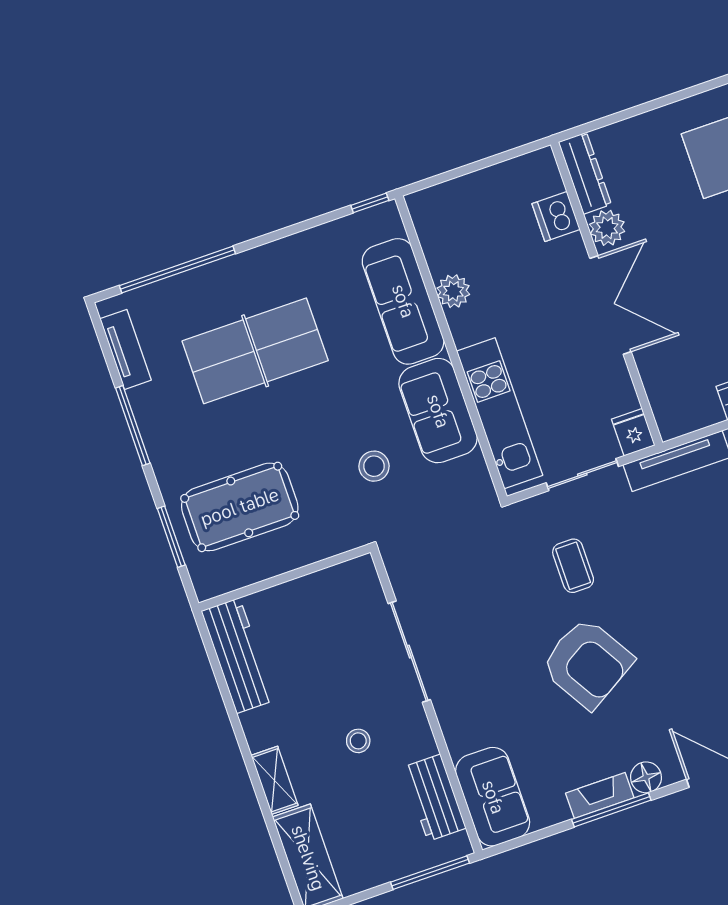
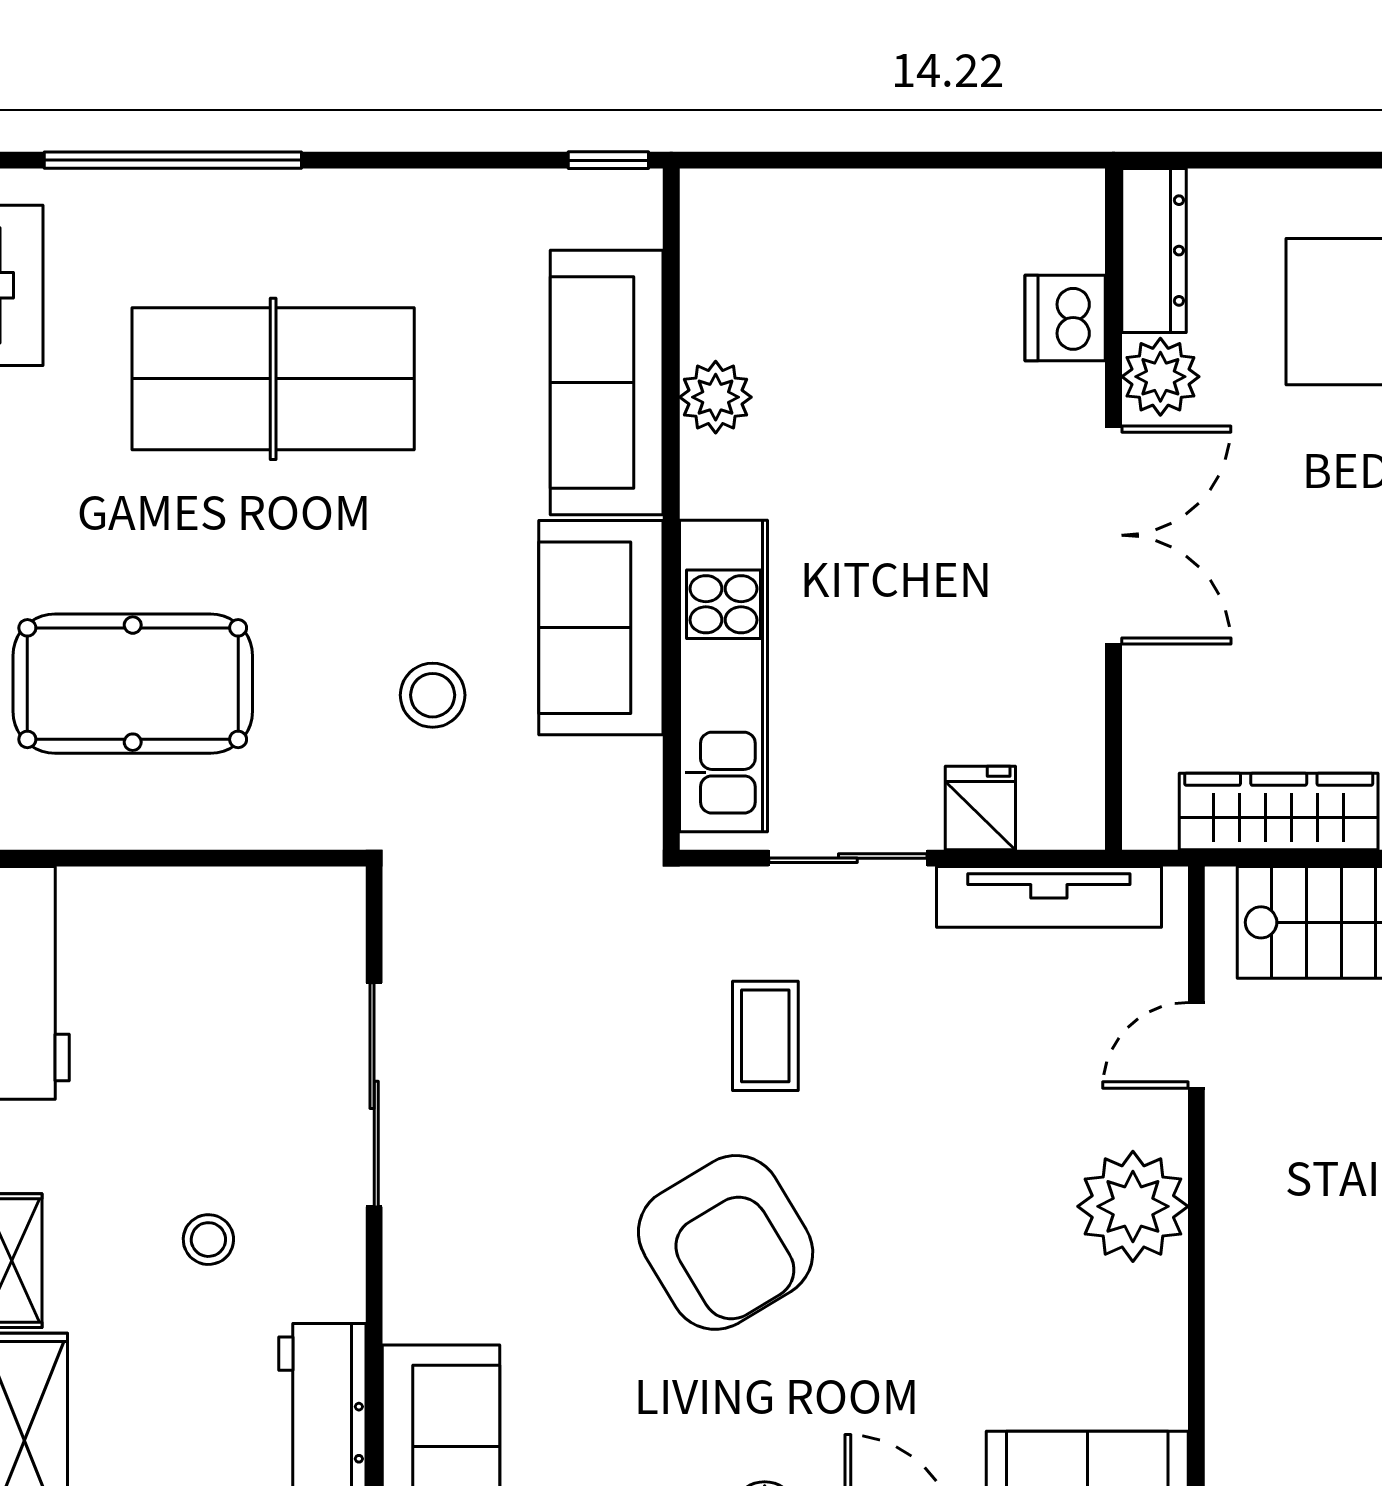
dresser: (585, 173) -> (1154, 251), moved
dishwasher: (556, 217) -> (1065, 318), moved
plant: (607, 228) -> (1160, 377), moved
wall: (607, 294) -> (1114, 509), moved
double door: (611, 305) -> (1114, 535), moved

